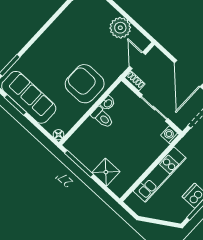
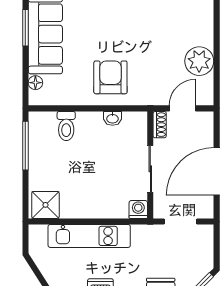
armchair: (85, 84) -> (110, 77), width x0.73, depth x0.73
toilet: (102, 117) -> (66, 126), moved
floor lamp: (58, 135) -> (35, 83), moved
shower: (106, 172) -> (45, 205), moved

